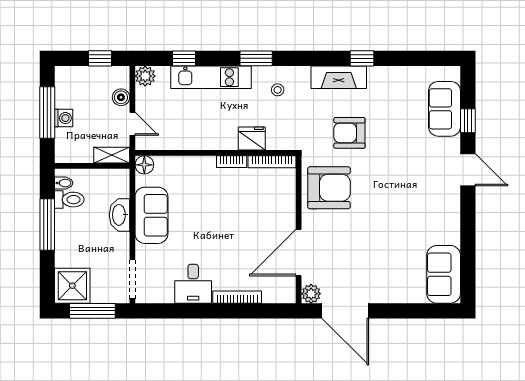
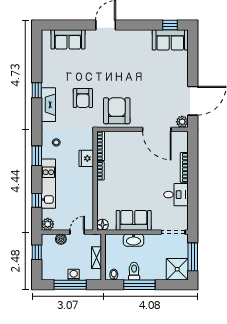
window: (468, 121) -> (170, 25), moved
shelving: (112, 155) -> (97, 258), moved
toilet: (69, 200) -> (134, 271), moved

